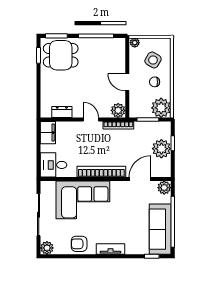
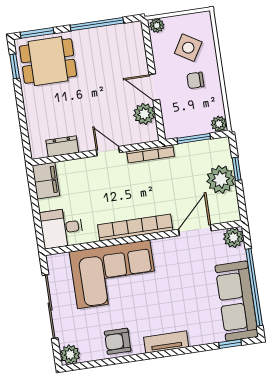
plant: (161, 108) -> (219, 124), width x0.53, depth x0.53
plant: (118, 110) -> (144, 114), moved

